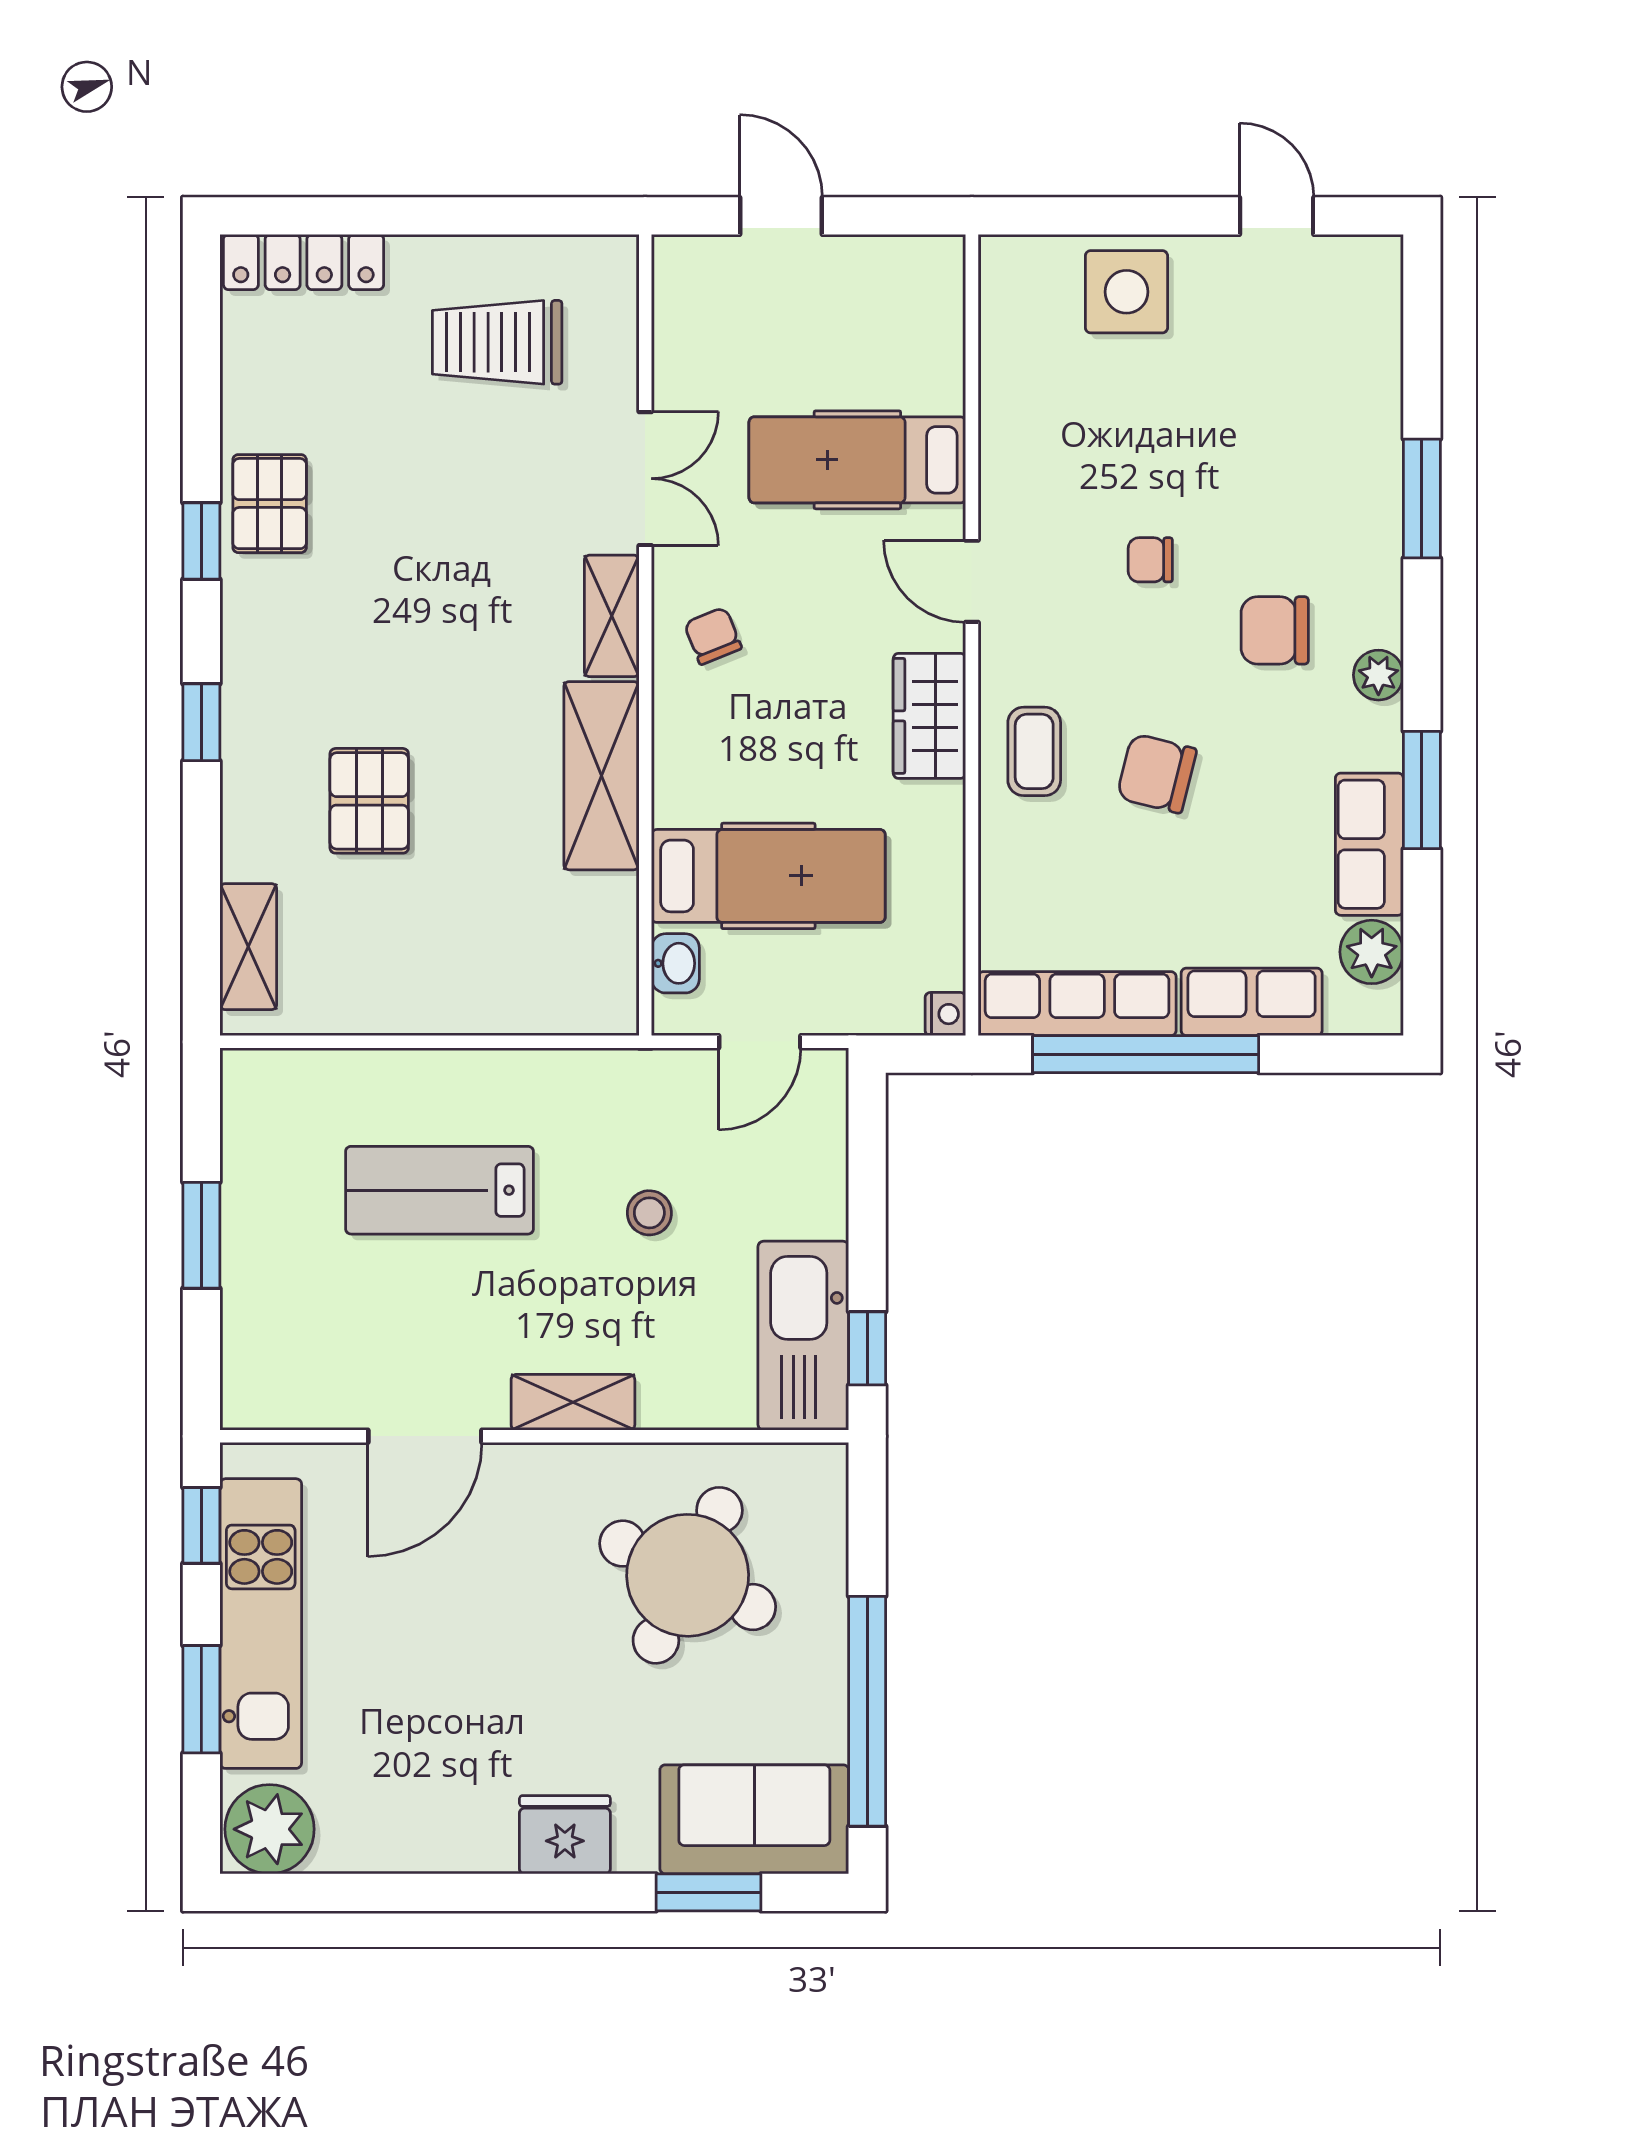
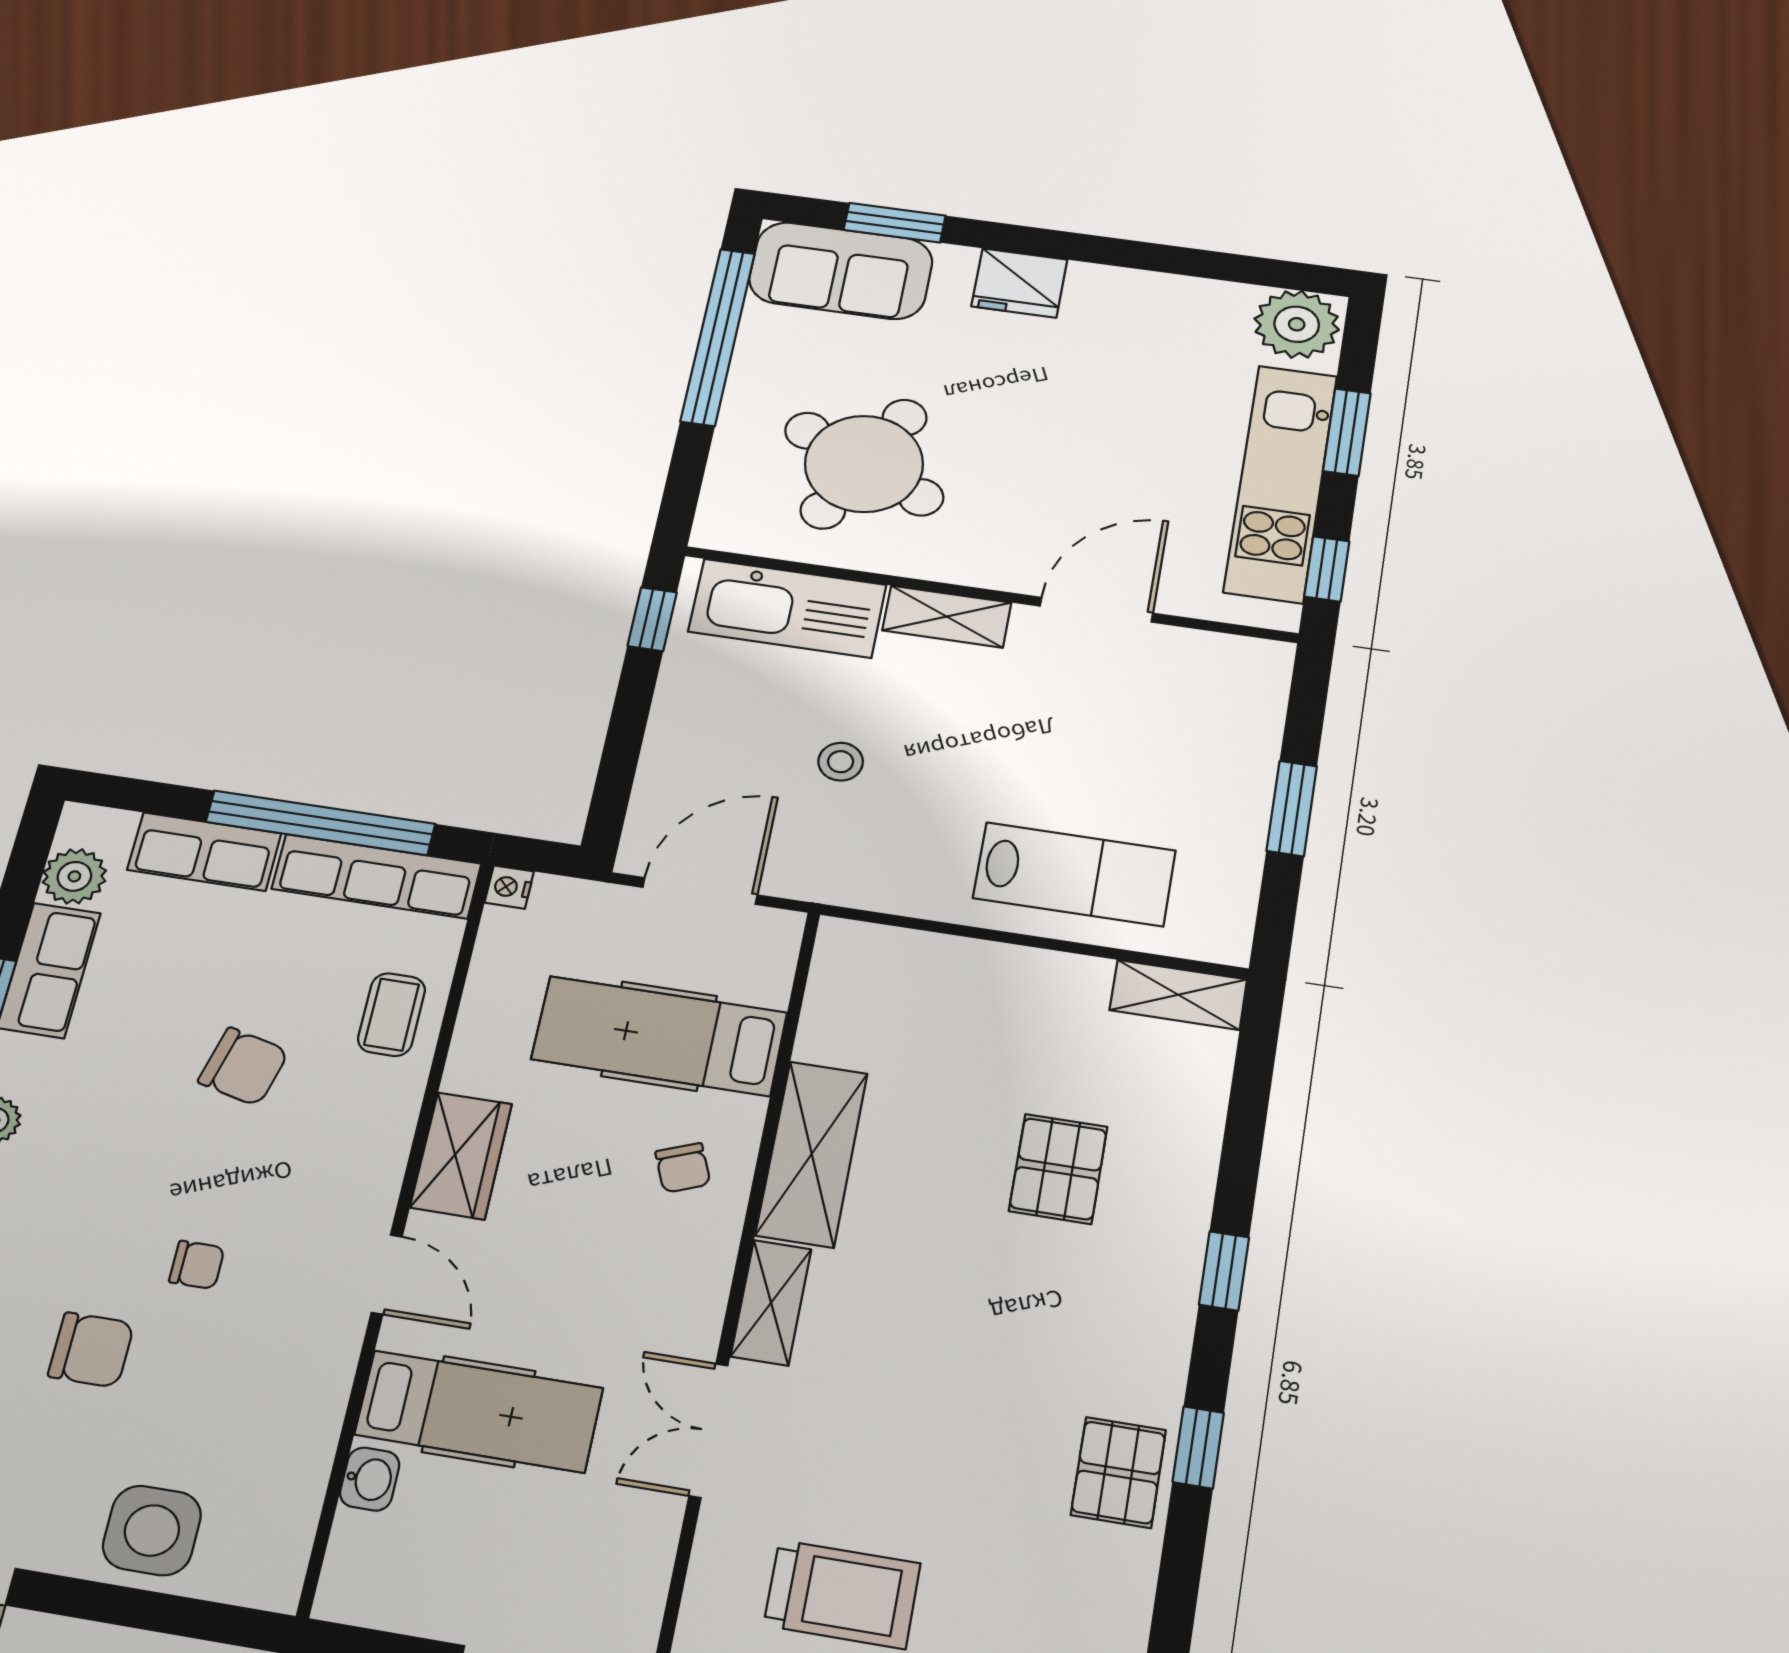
chair: (1275, 630) -> (91, 1350), moved
chair: (713, 636) -> (683, 1168), moved
coffee table: (1034, 751) -> (392, 1015), moved
shelving: (248, 947) -> (1178, 995), moved, turned 90
washbasin: (675, 963) -> (370, 1479), moved, turned 180
door: (760, 1042) -> (700, 891), width x1.38
lab bench: (440, 1190) -> (1074, 874), moved
kitchen sink: (803, 1336) -> (787, 608), moved, turned 90

